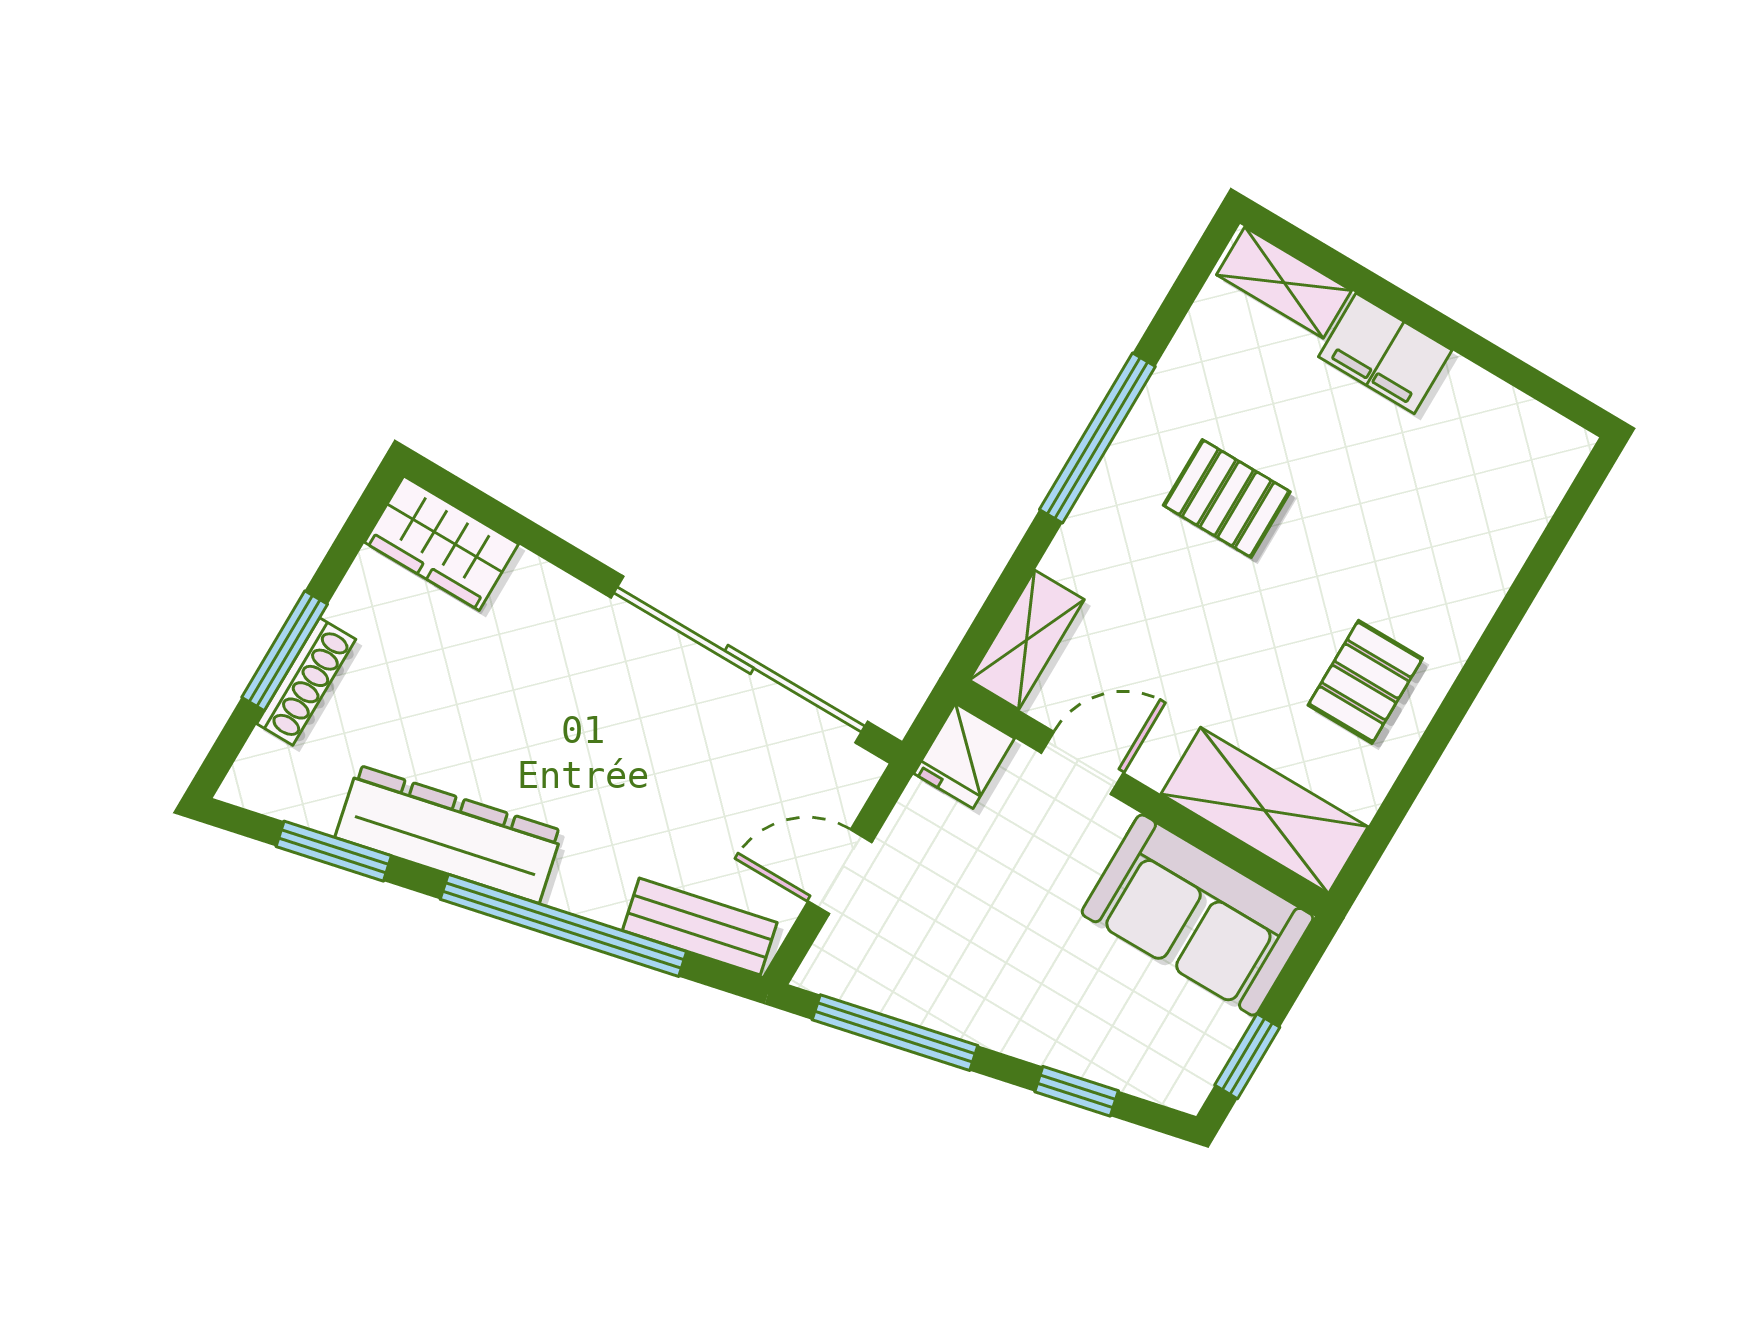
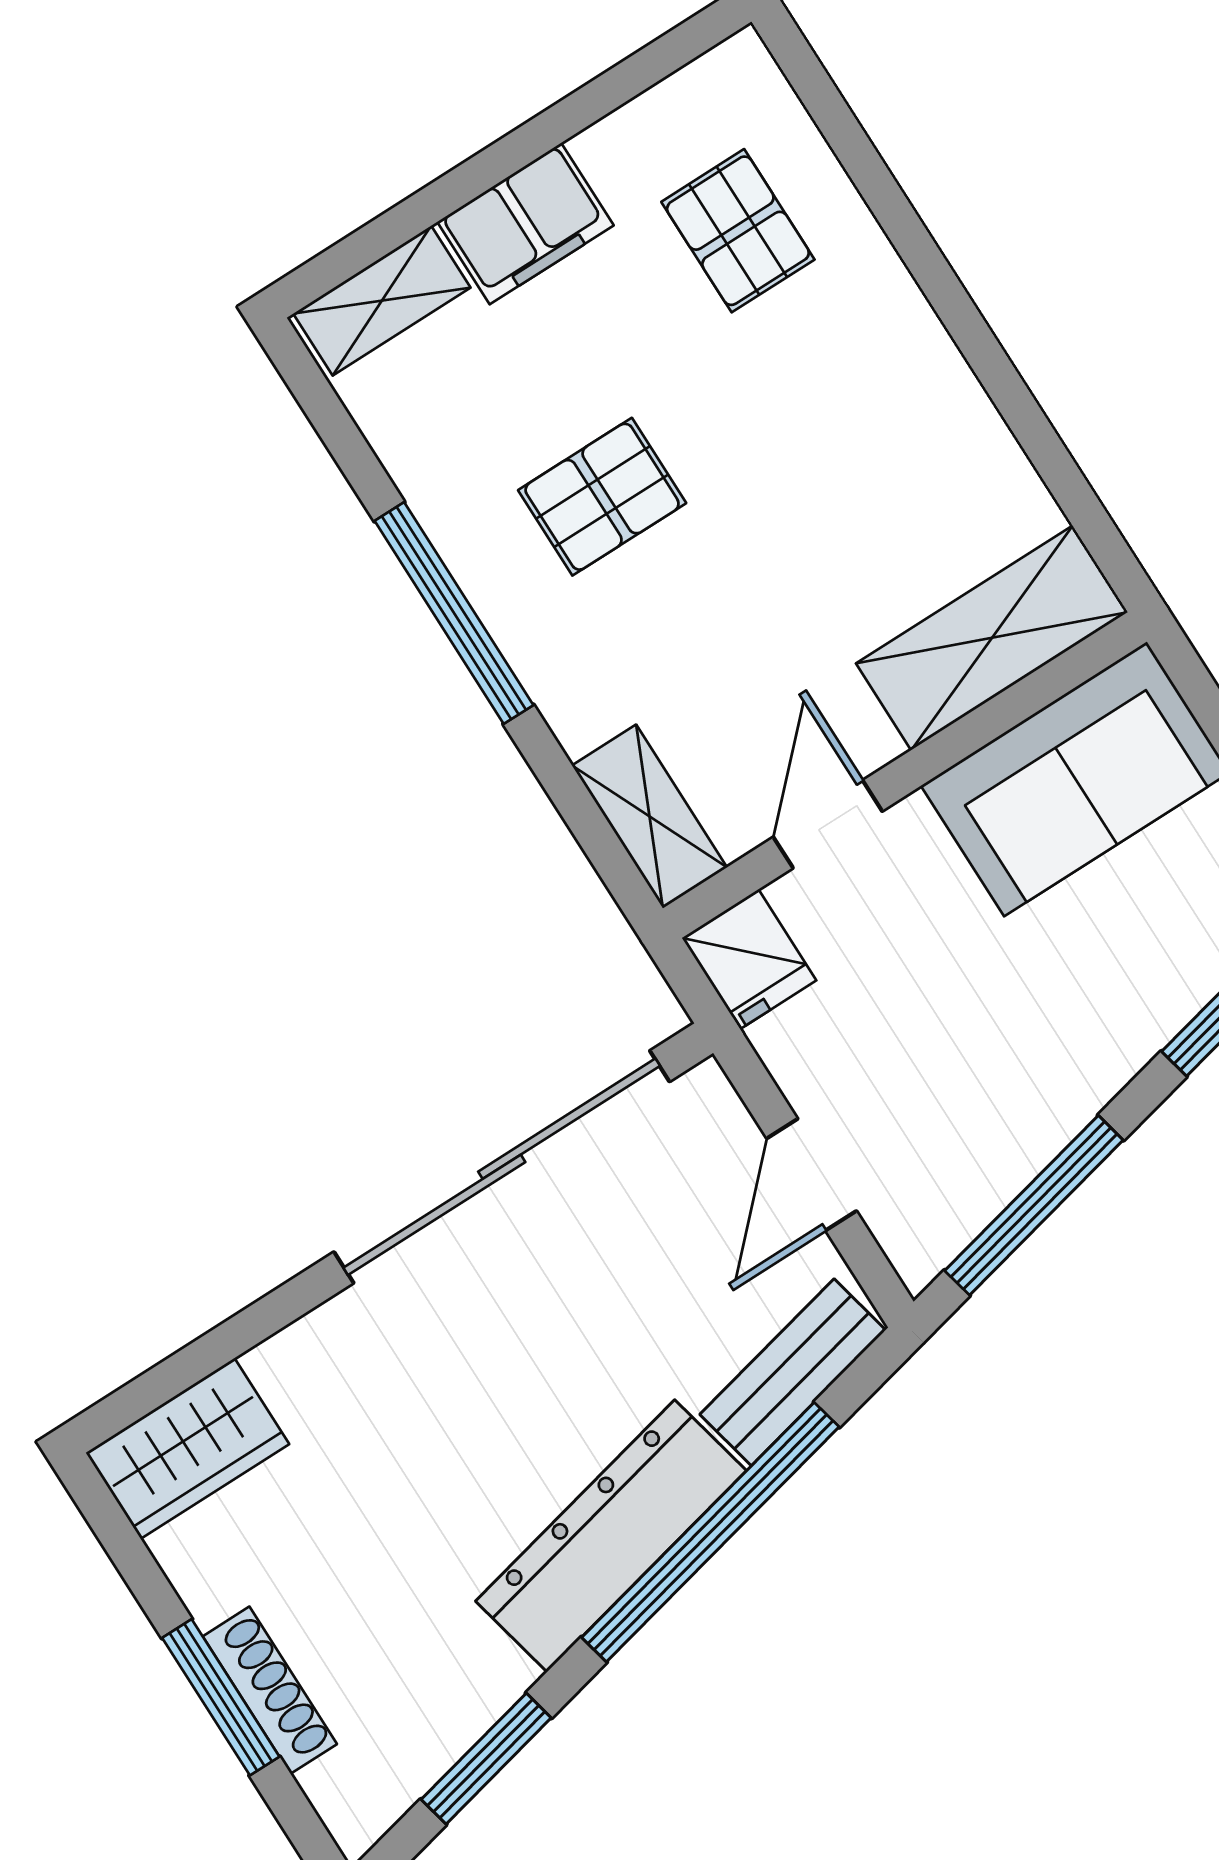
pallet: (1365, 682) -> (738, 231), moved
dresser: (449, 834) -> (611, 1536), moved

